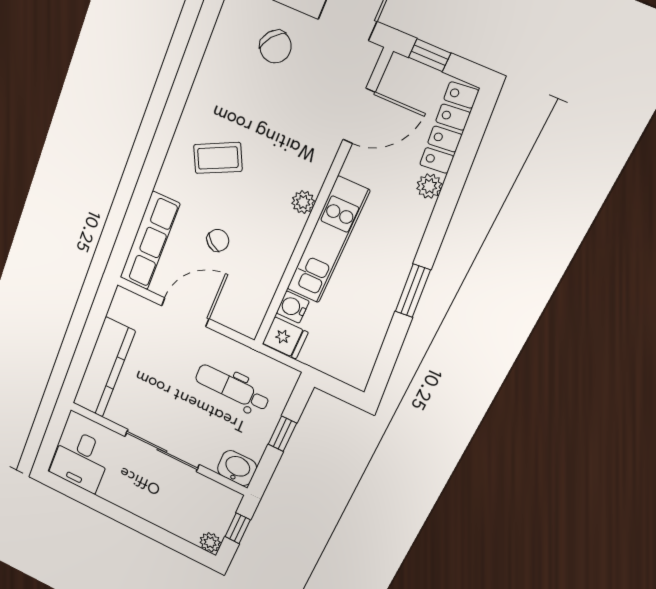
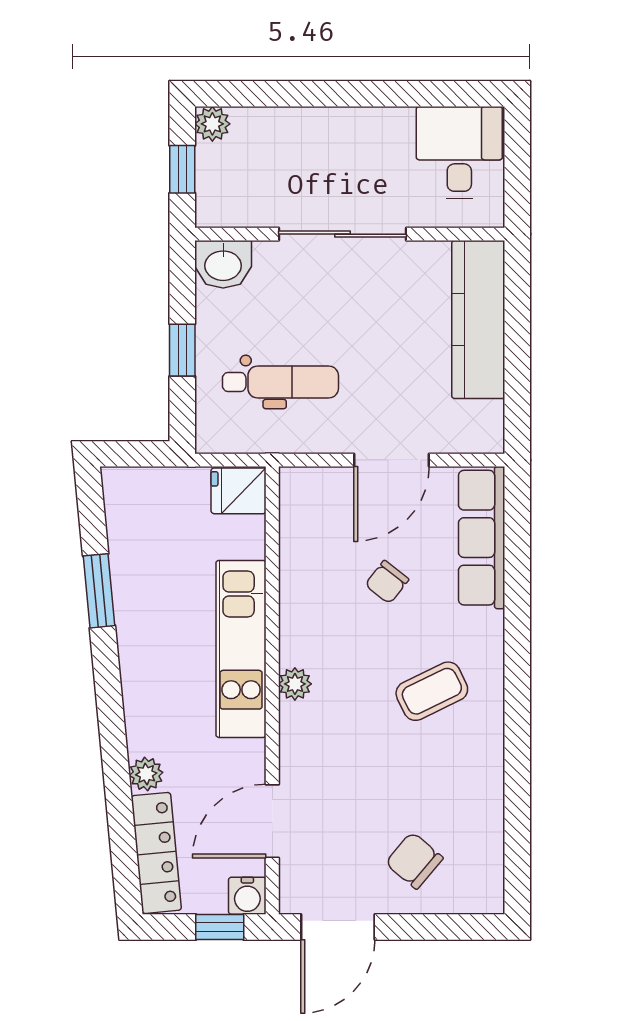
window: (413, 291) -> (99, 591), moved
water cooler: (293, 307) -> (247, 896), moved, turned 90

